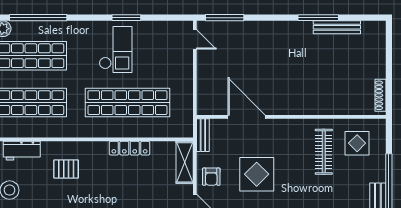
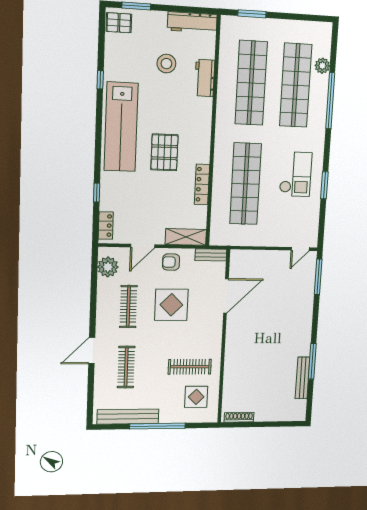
checkout: (116, 50) -> (296, 174), turned -90
pallet: (66, 169) -> (164, 152), moved, width x1.50, depth x1.42

